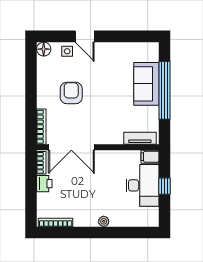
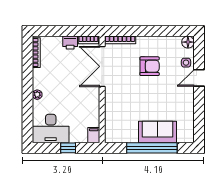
tv unit: (140, 138) -> (110, 126), removed
desk: (142, 185) -> (51, 128), moved

